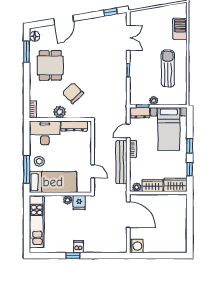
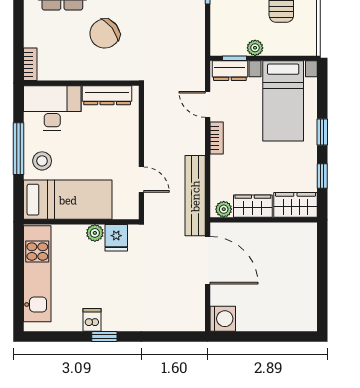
chair: (73, 93) -> (105, 34), turned -83
plant: (60, 112) -> (80, 69), removed
door: (128, 131) -> (208, 104), hinge flipped
bench: (122, 162) -> (195, 196), moved
window: (27, 169) -> (19, 149), moved
dishwasher: (79, 247) -> (92, 320), moved

